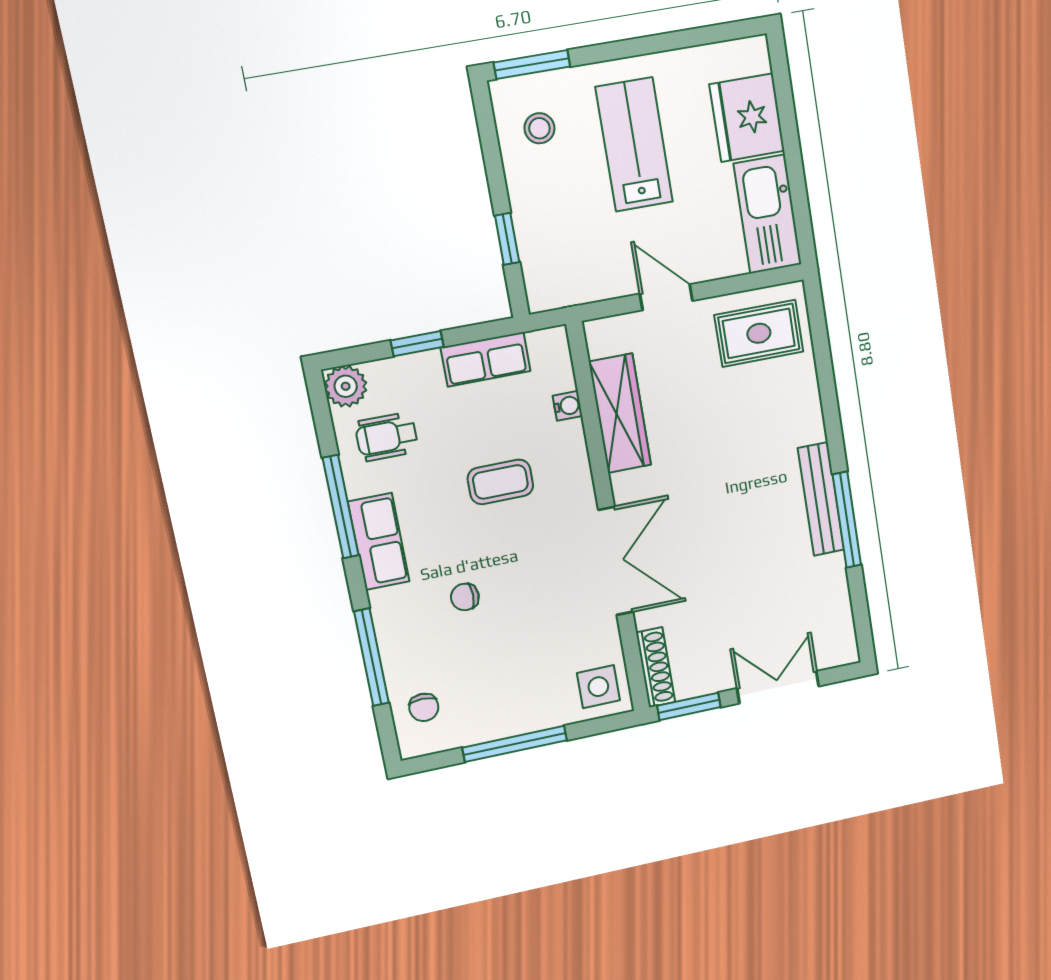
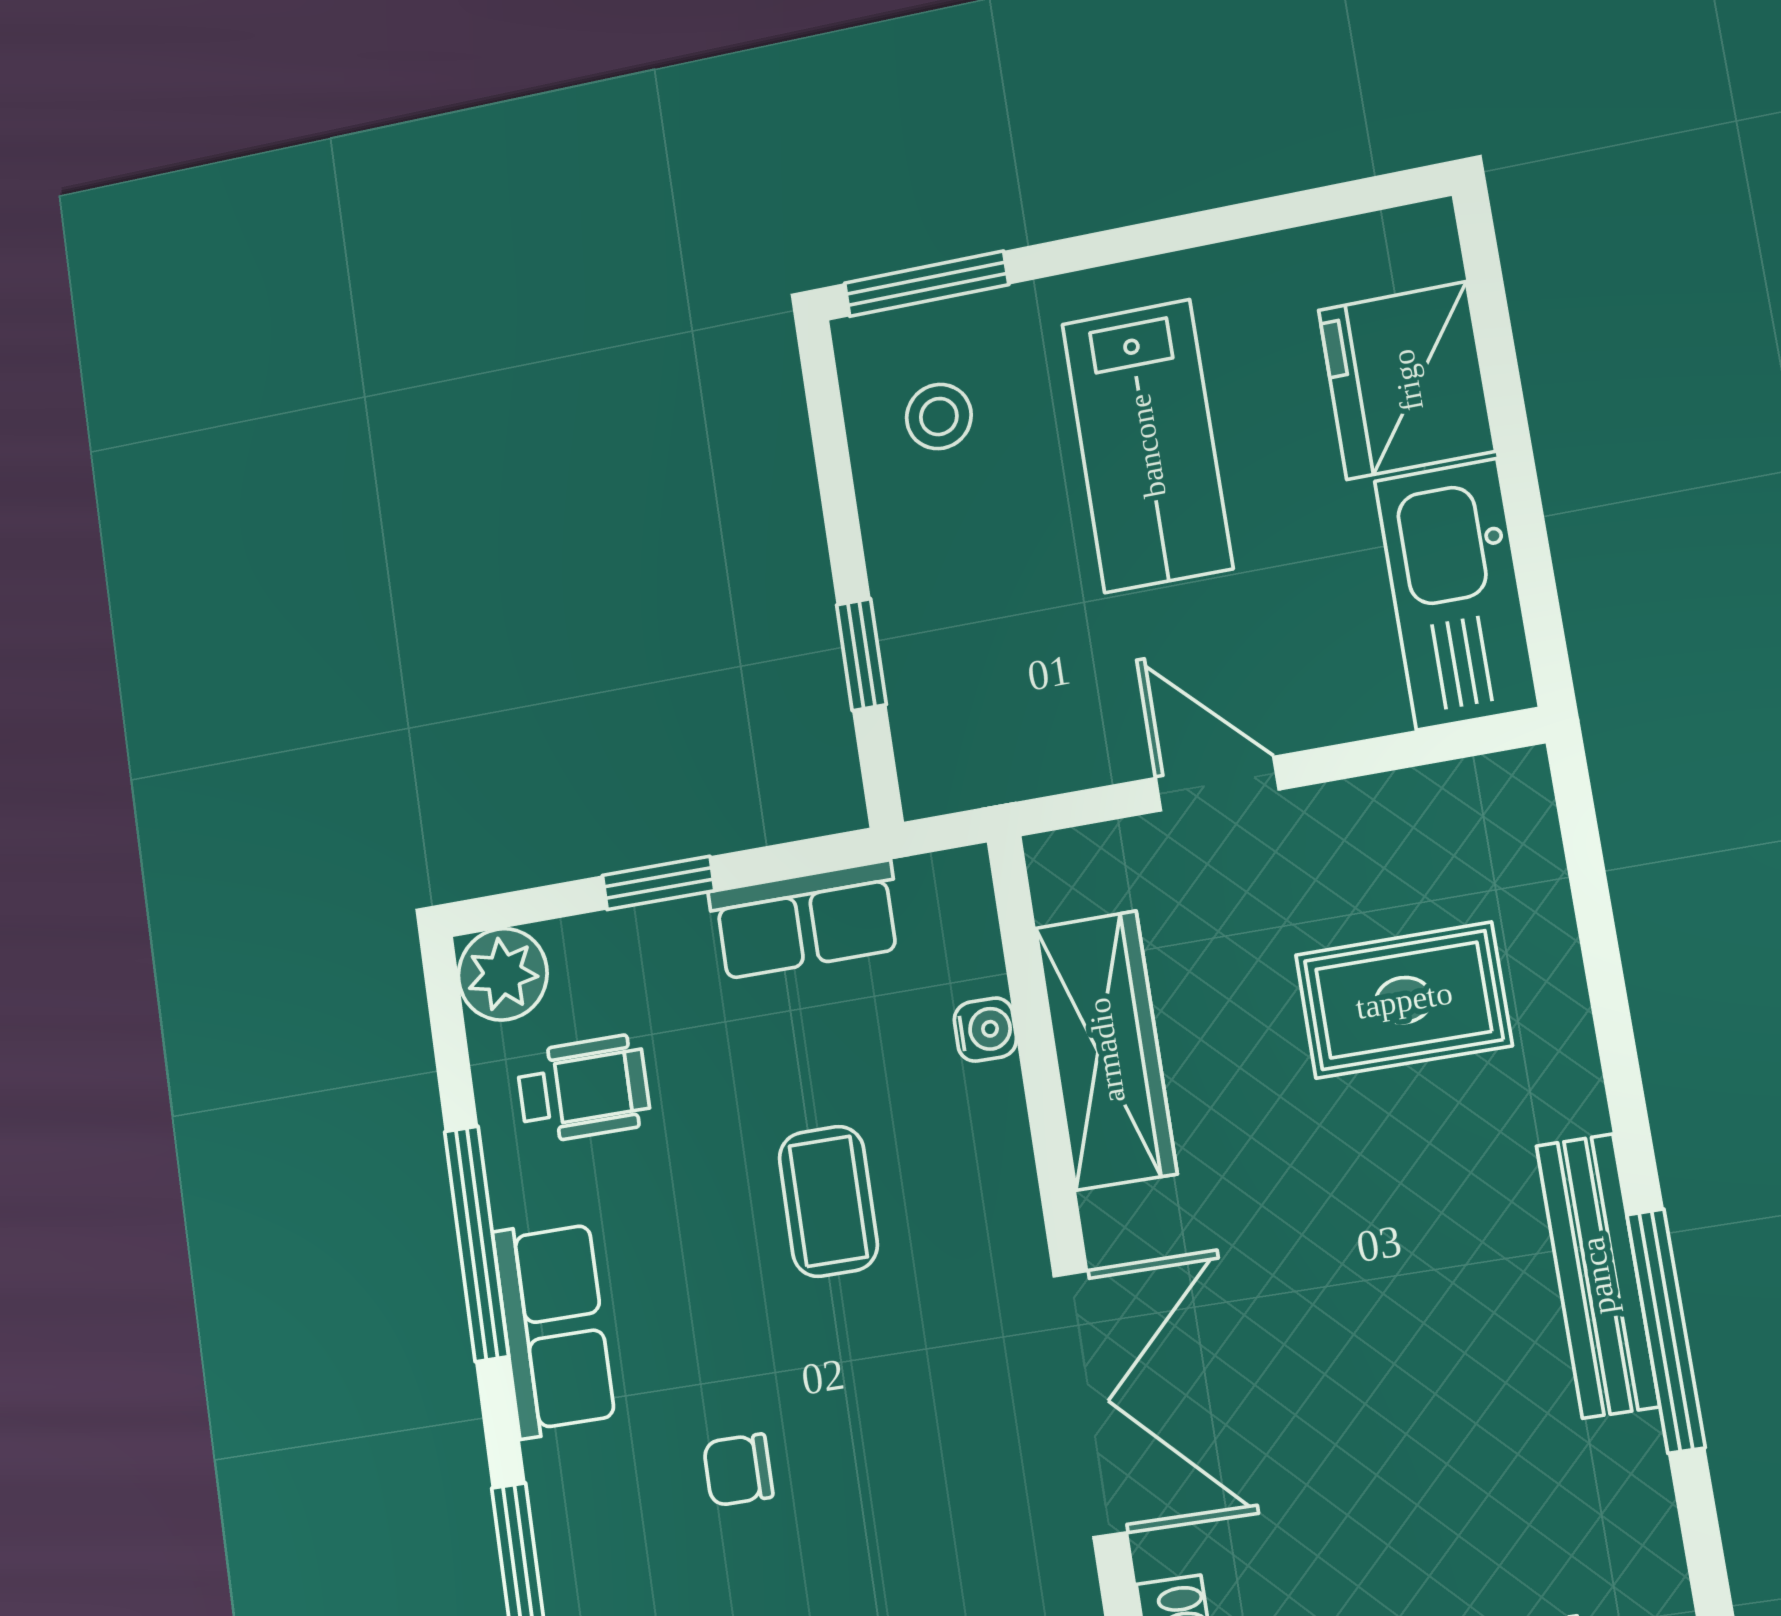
lab bench: (634, 145) -> (1147, 446), turned 180
rug: (759, 333) -> (1404, 1000), moved
wheelchair: (387, 437) -> (583, 1089), turned 180
coffee table: (500, 482) -> (828, 1201), turned 90

